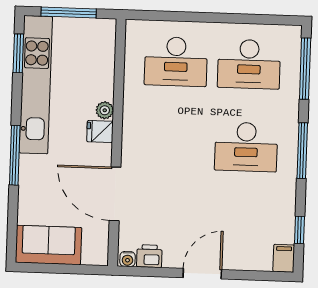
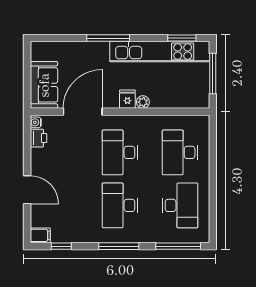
desk: (249, 64) -> (180, 205), turned 180
desk: (173, 144) -> (120, 152), added
sofa: (49, 245) -> (44, 85), moved
door: (202, 274) -> (27, 190), moved

